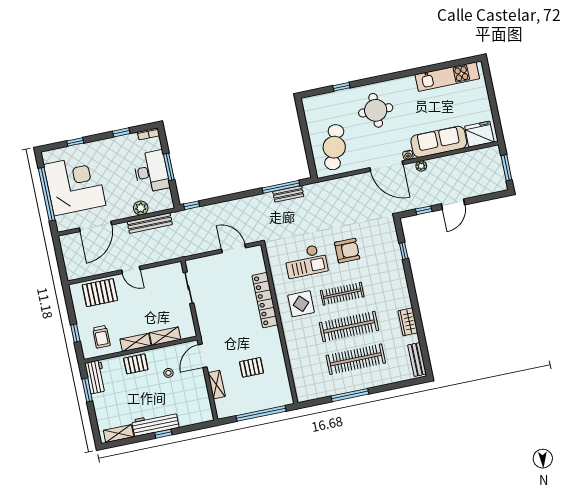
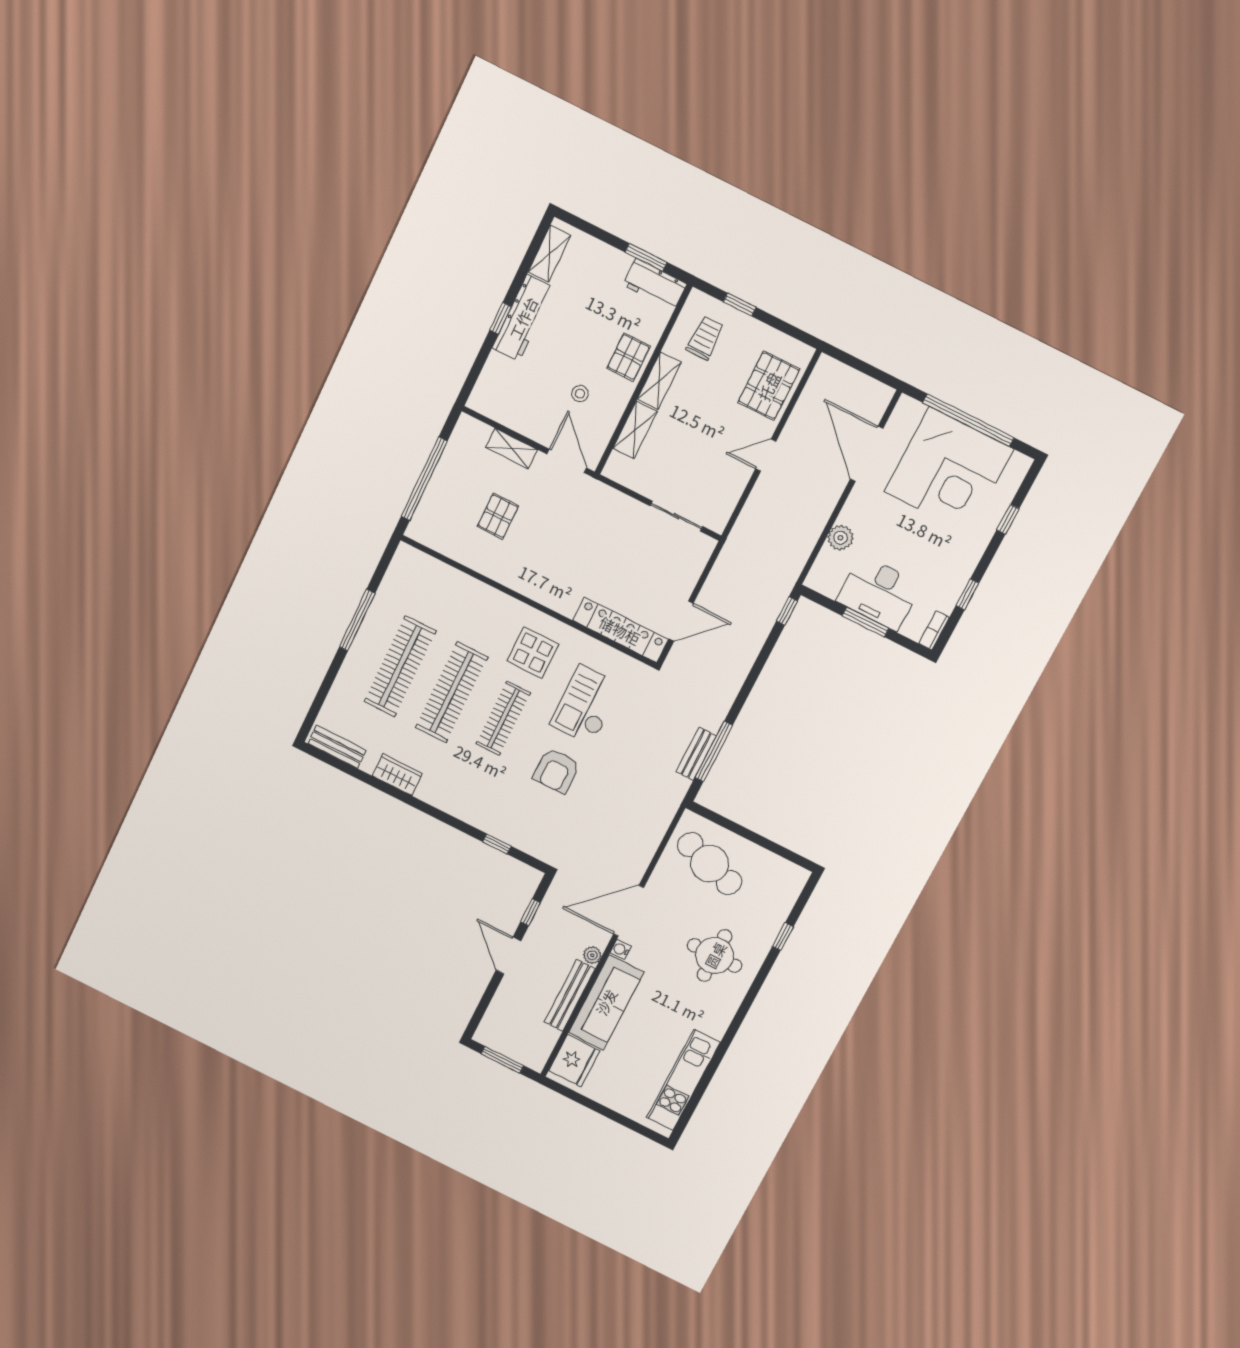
bench: (150, 223) -> (570, 995), moved
locker: (265, 300) -> (620, 630), moved
trolley: (101, 337) -> (705, 338), turned 90

